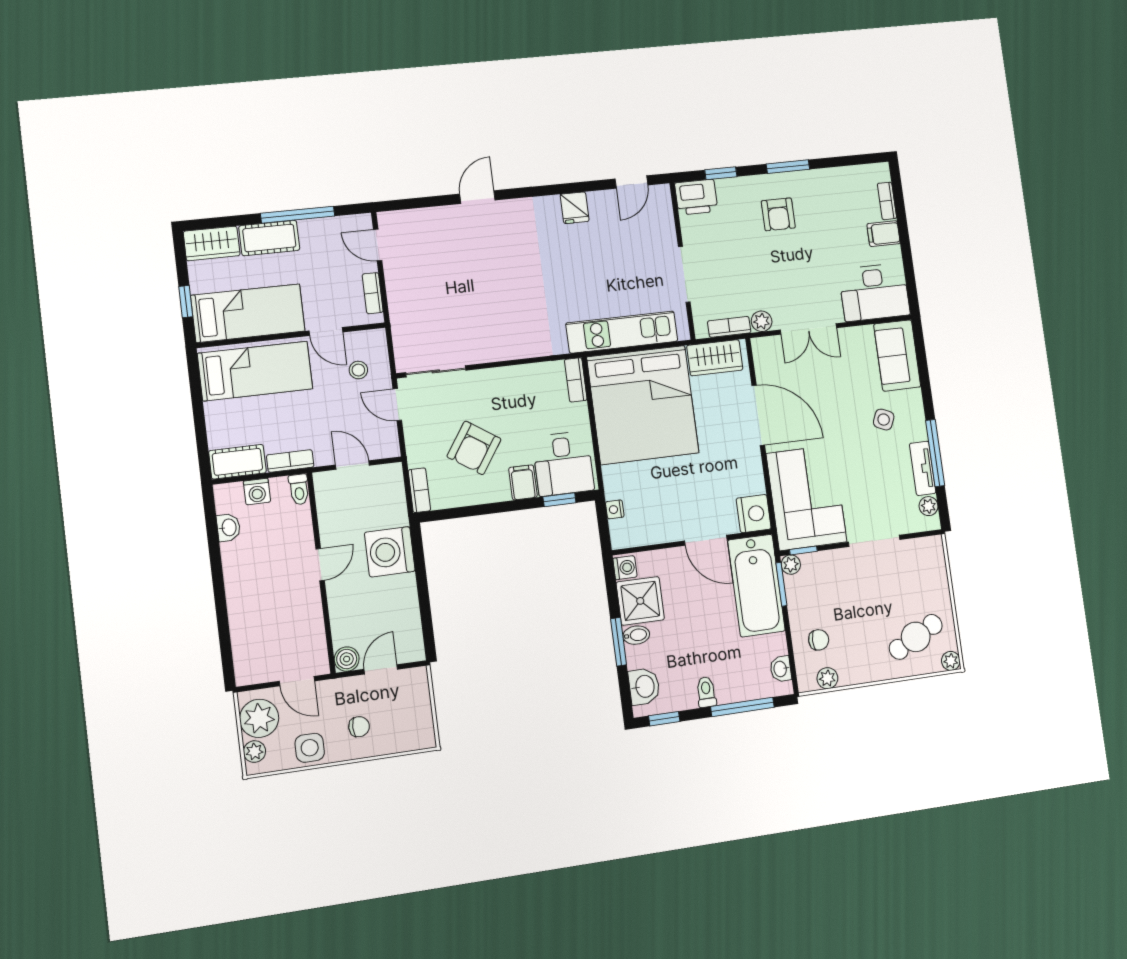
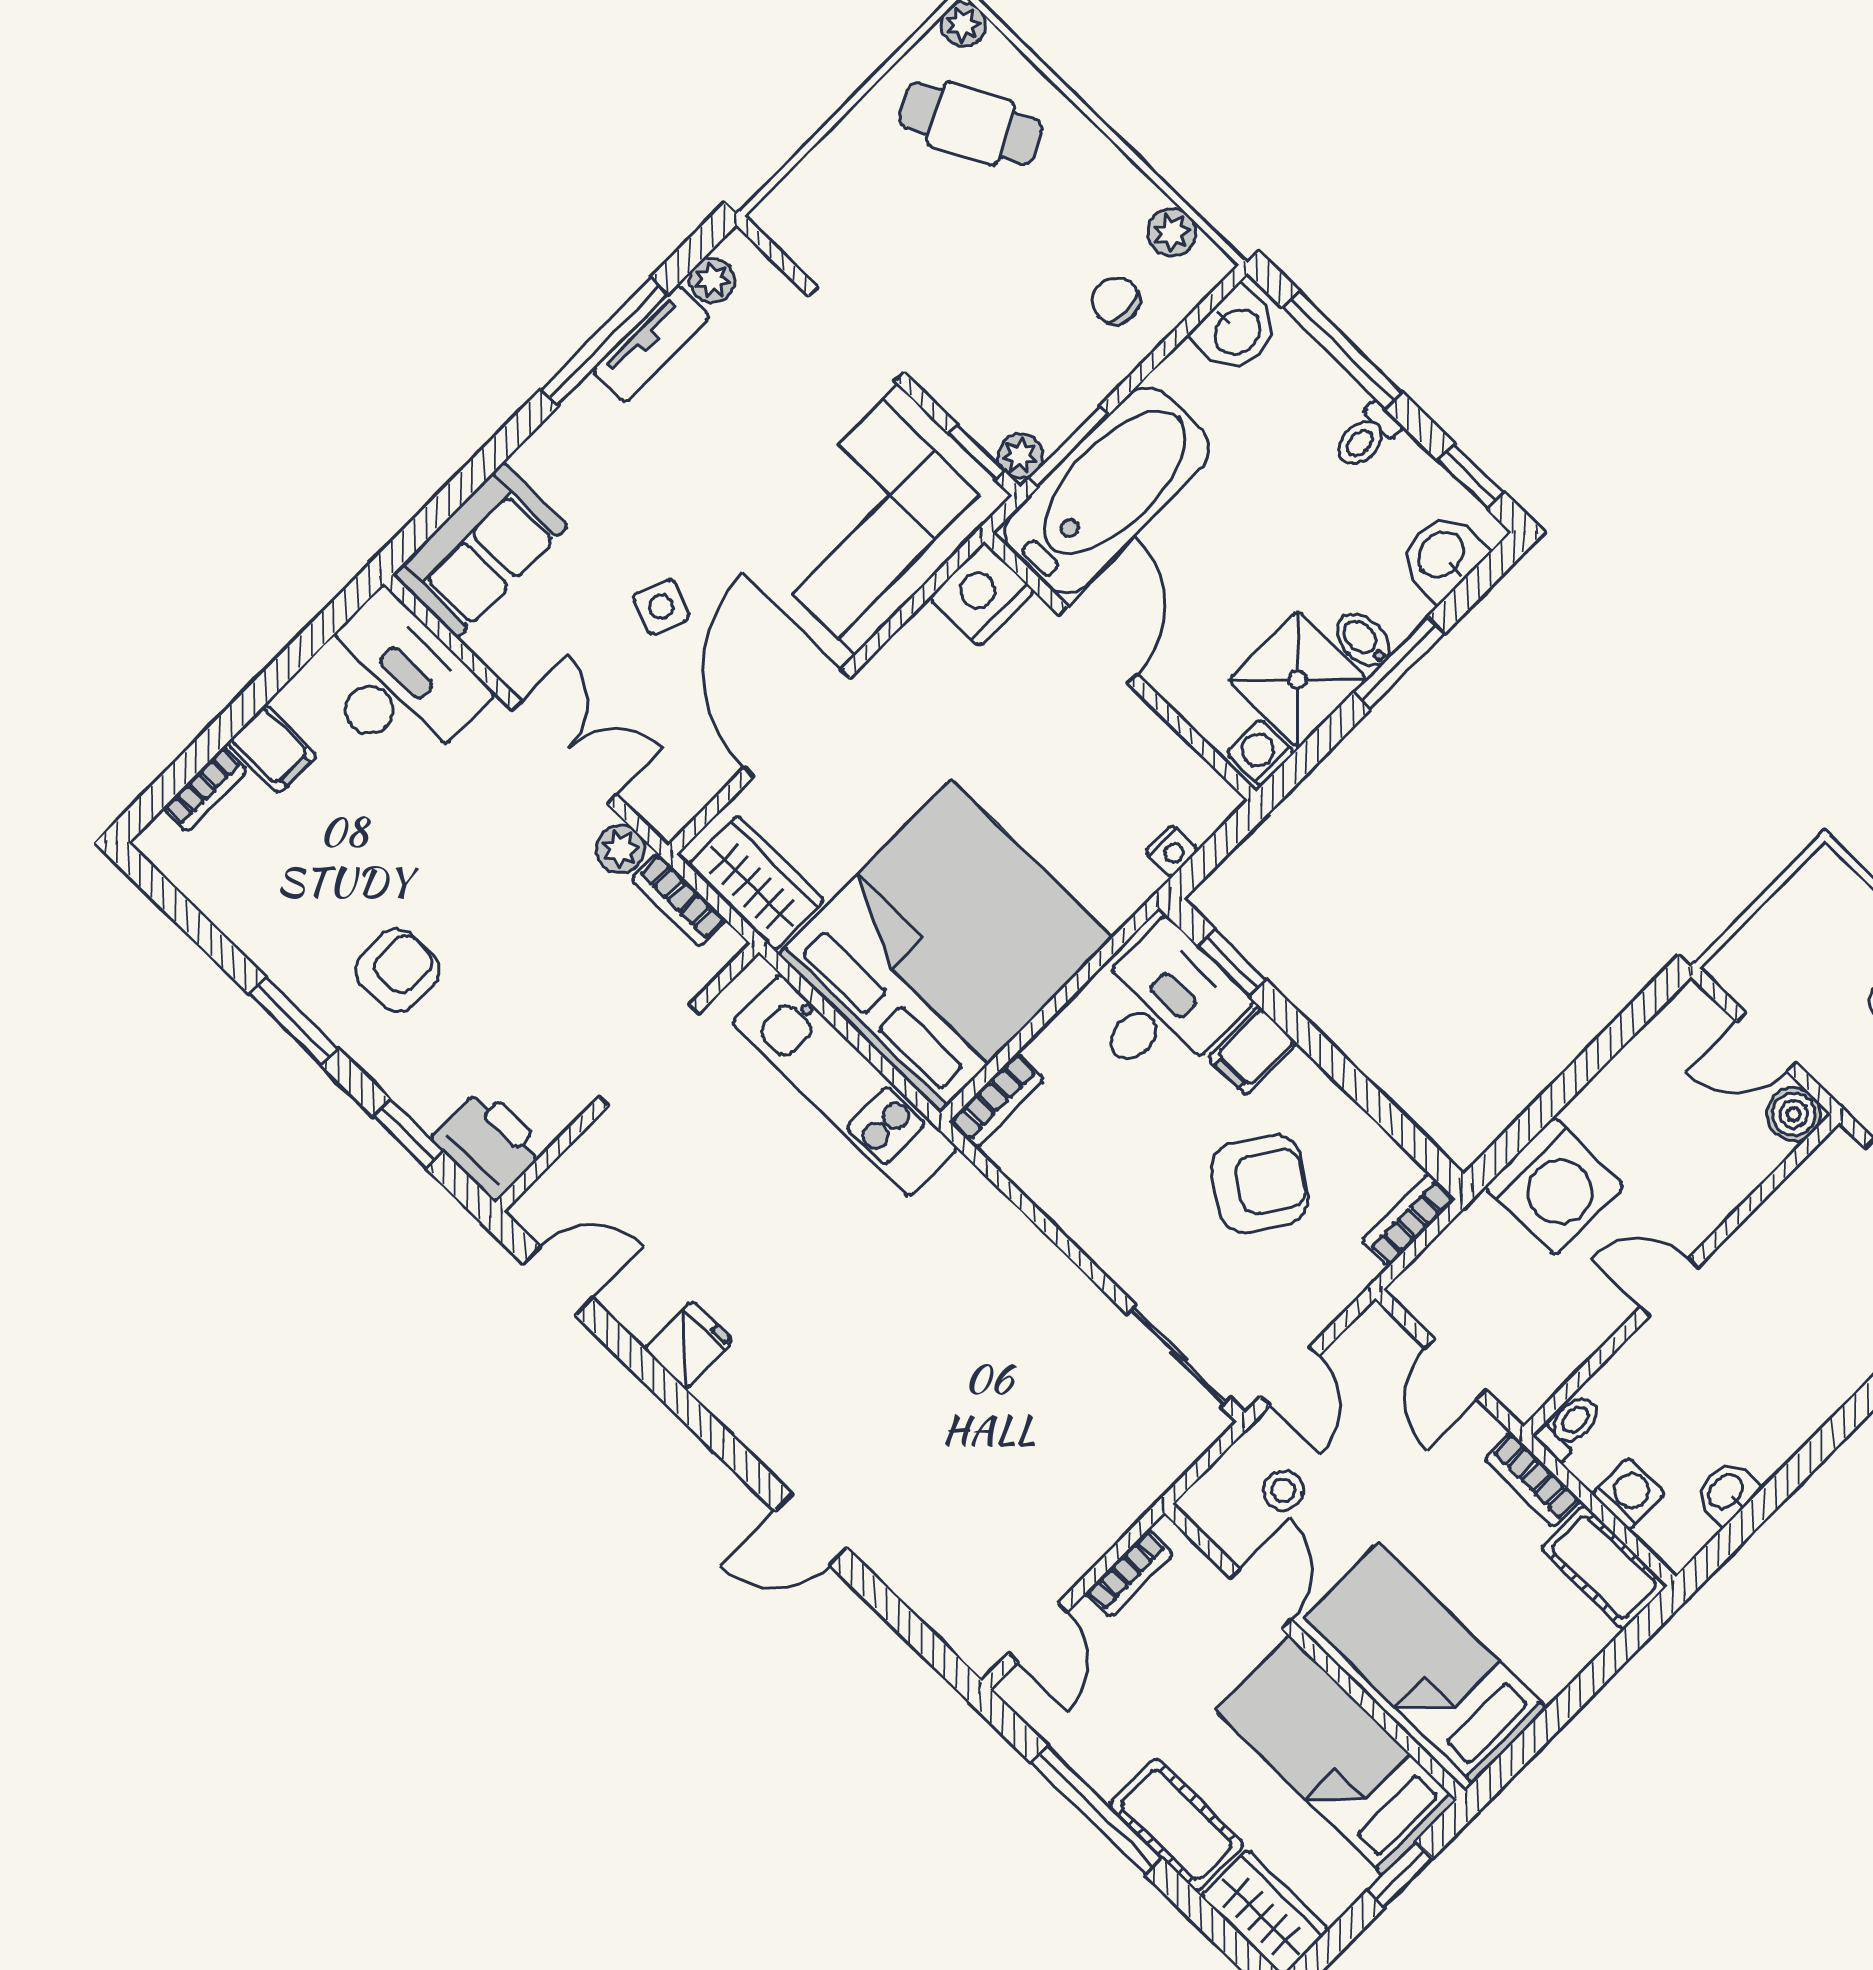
side table: (884, 420) -> (661, 607), moved
washbasin: (781, 669) -> (1236, 331), width x1.38, depth x1.45

